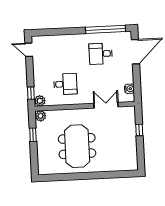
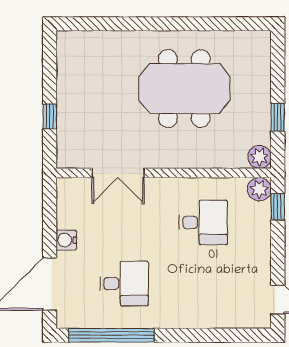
desk: (65, 84) -> (203, 222), turned 180
water cooler: (129, 89) -> (66, 240), moved
meeting table: (77, 146) -> (184, 89), turned 90

